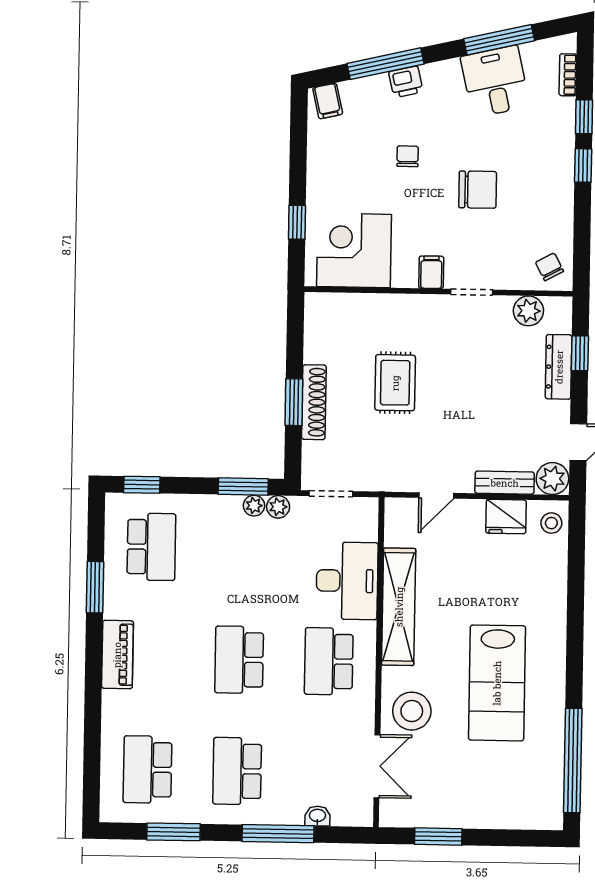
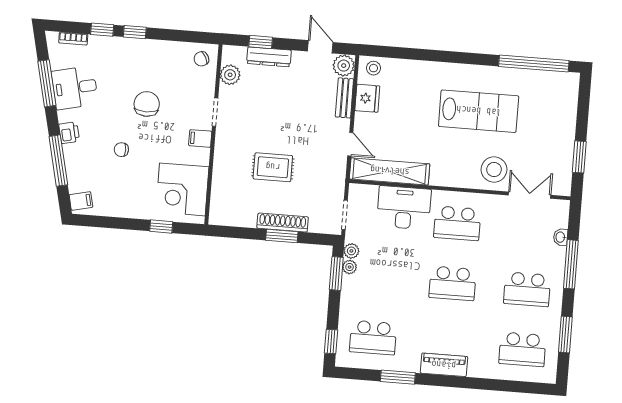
printer: (406, 82) -> (69, 133), moved
school desk: (151, 547) -> (373, 338), turned 180
shelving: (399, 607) -> (390, 171), moved

